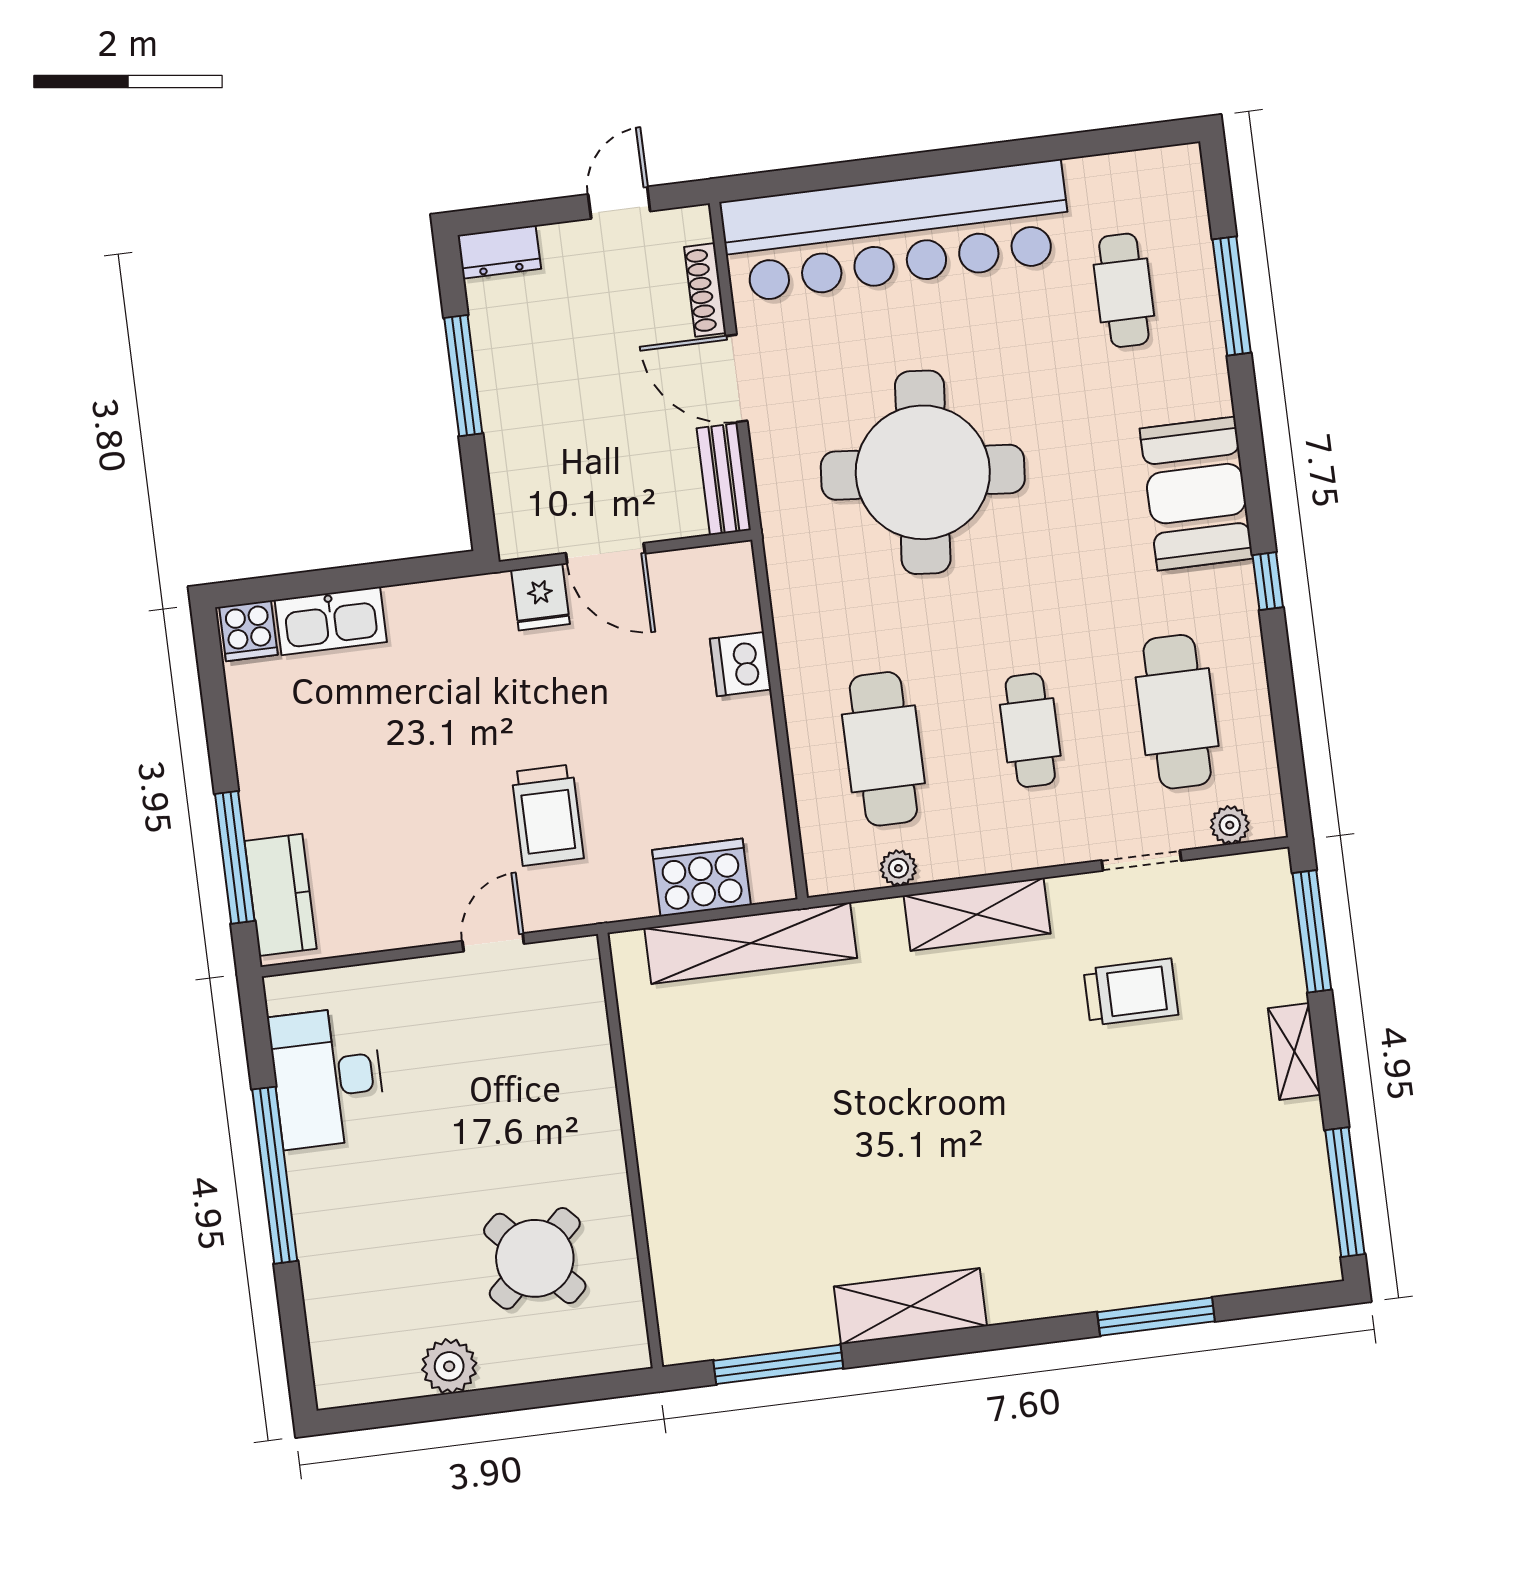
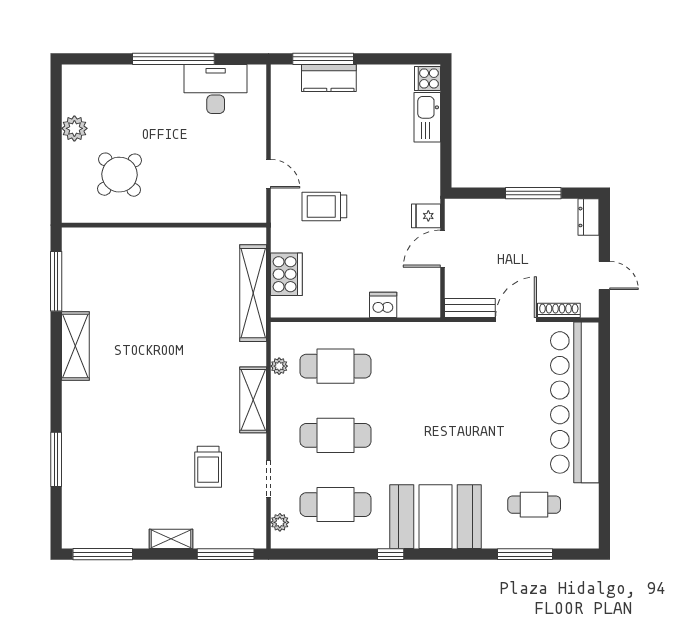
round table: (923, 472) -> (461, 401), removed
booth: (1196, 494) -> (436, 517), width x1.36, depth x1.42
cafe table: (1030, 730) -> (335, 435), width x1.37, depth x1.35
kitchen counter: (281, 895) -> (329, 78), moved

